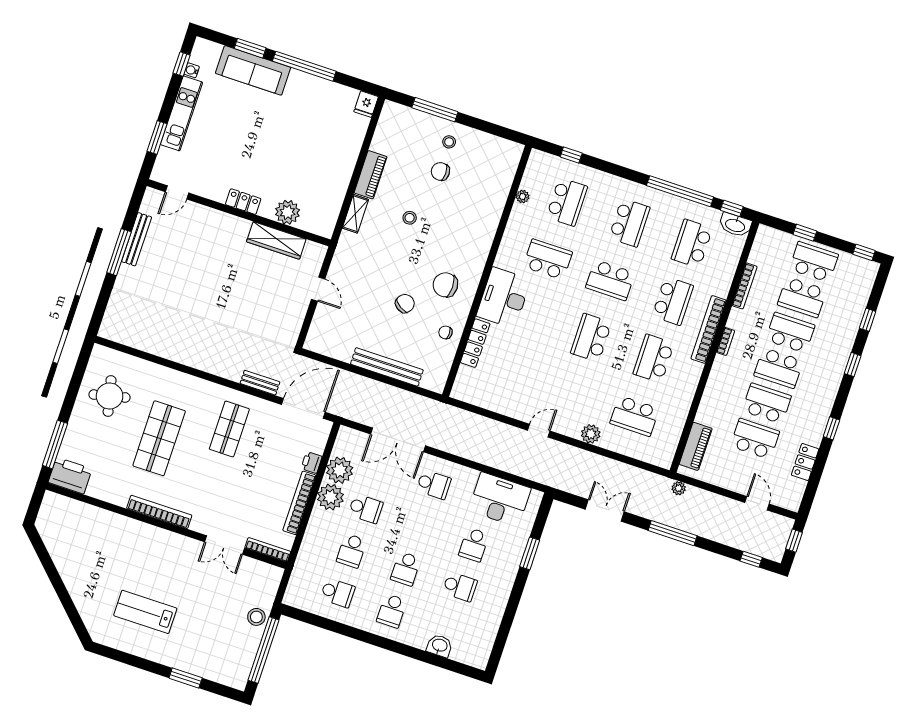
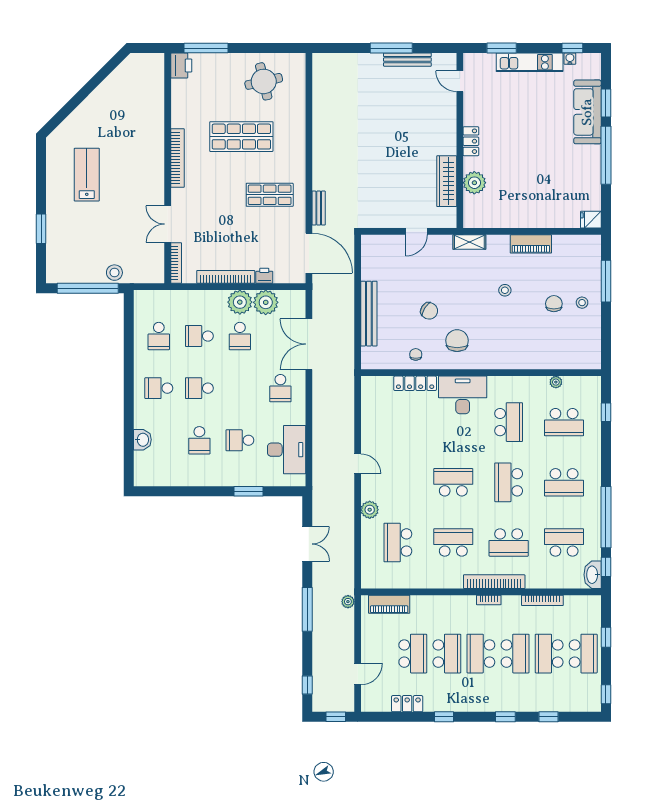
shelving: (355, 214) -> (469, 242), moved
printer: (70, 476) -> (181, 66), width x0.73, depth x0.84

